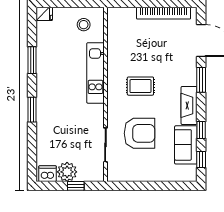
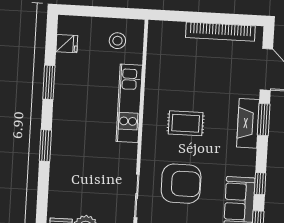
fridge: (44, 14) -> (67, 44), moved
fireplace: (189, 105) -> (248, 123), moved

